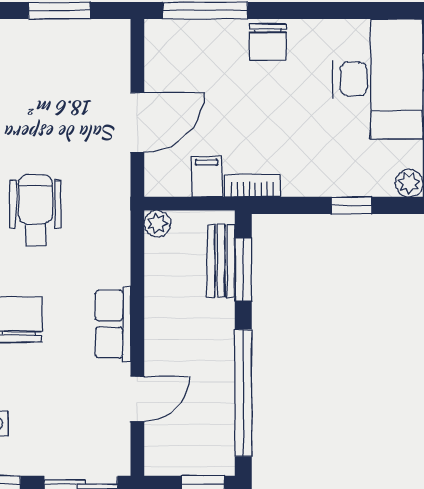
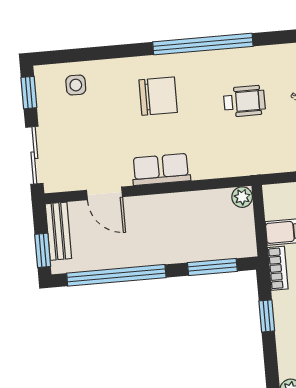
window: (352, 205) -> (267, 316), moved
wheelchair: (35, 210) -> (244, 101), width x0.73, depth x0.73
bench: (221, 261) -> (58, 231), moved, turned 90

